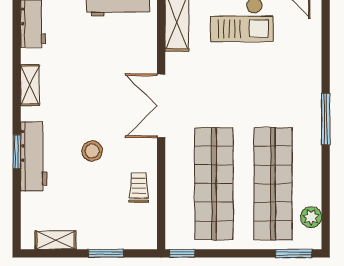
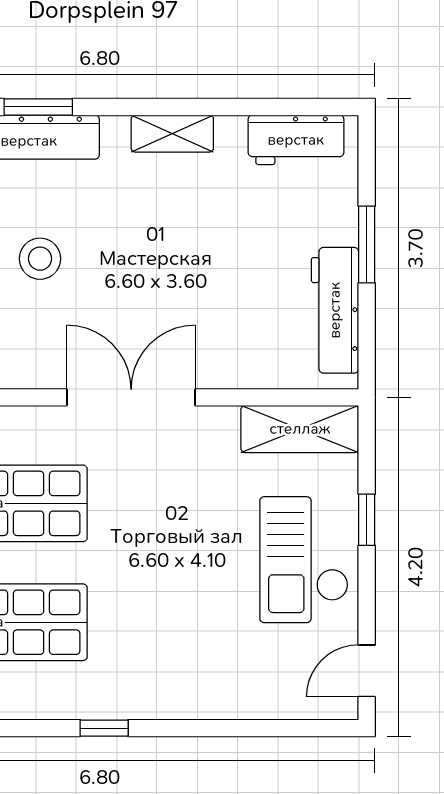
window: (326, 119) -> (104, 728), width x0.46

